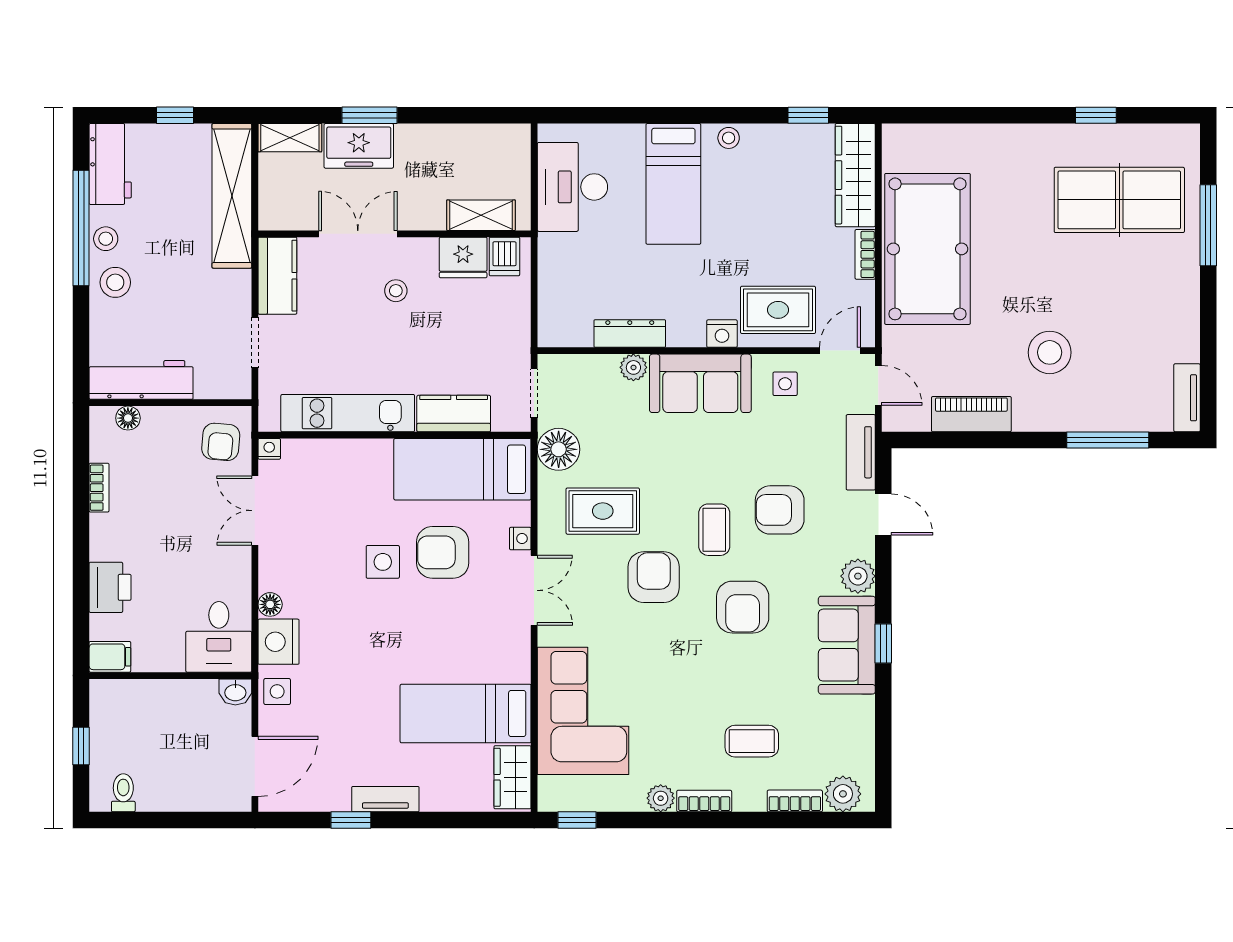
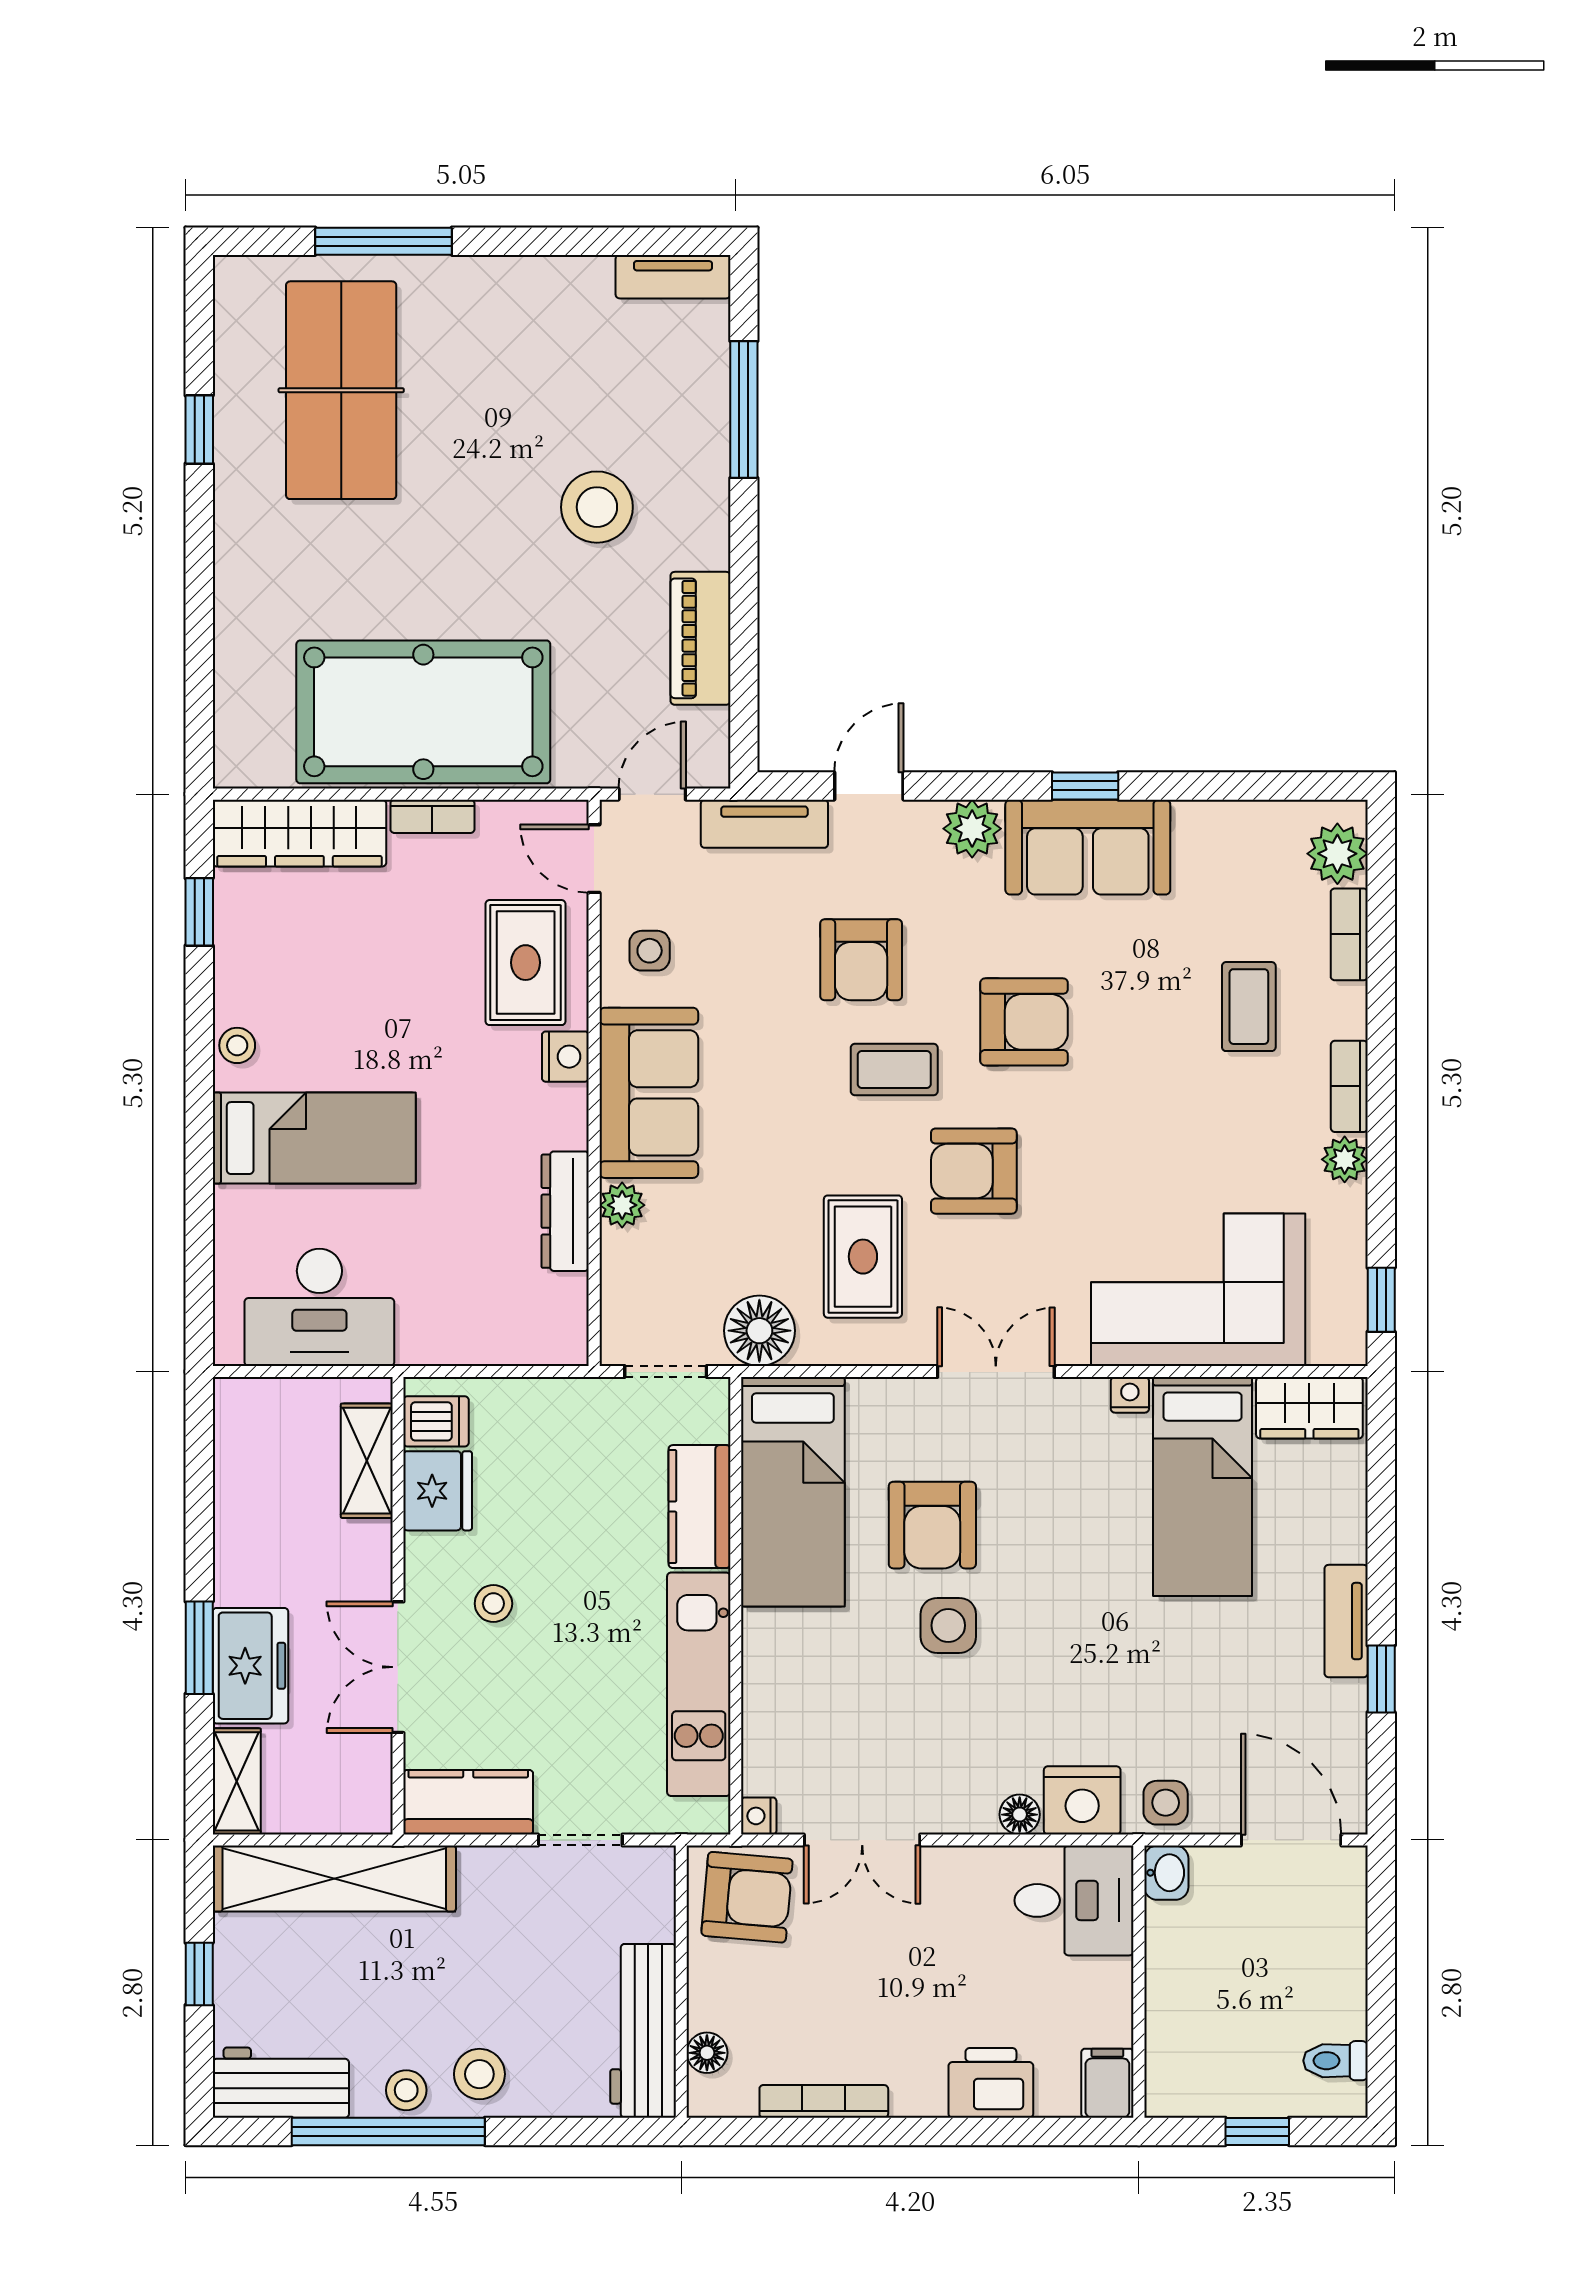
armchair: (221, 442) -> (747, 1897), width x1.38, depth x1.38
bookcase: (99, 488) -> (824, 2101), width x1.56
nightstand: (520, 539) -> (1130, 1395), moved

